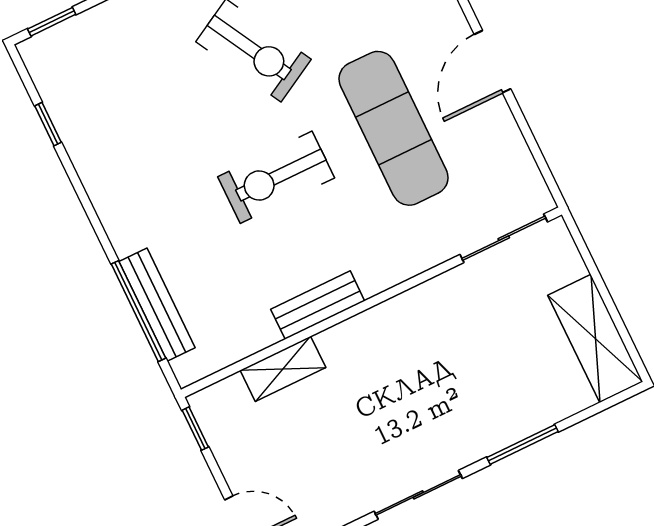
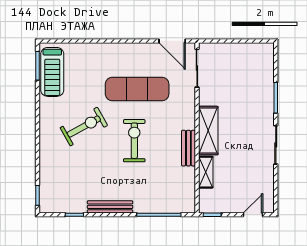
door: (492, 62) -> (172, 41), moved
exercise bike: (276, 177) -> (134, 141), turned 180
bench: (157, 305) -> (110, 207), moved
shelving: (595, 338) -> (208, 131), moved, turned 90

